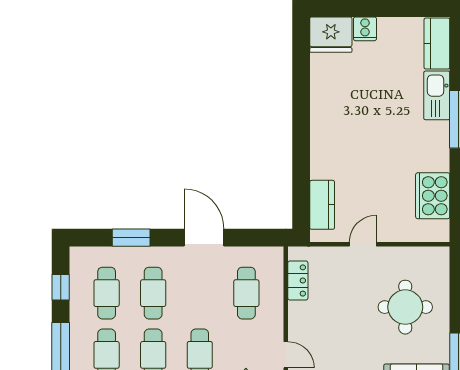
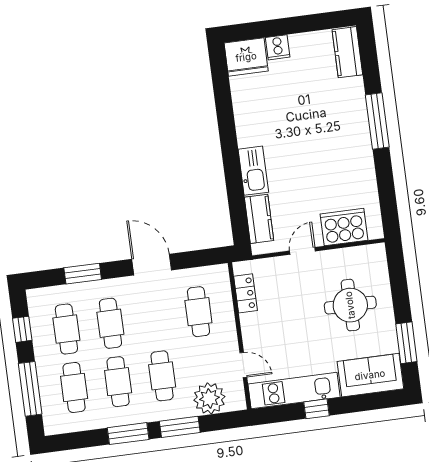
kitchen sink: (437, 95) -> (253, 171), moved, turned 180
cooker: (433, 196) -> (344, 227), moved, turned 90

